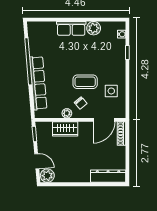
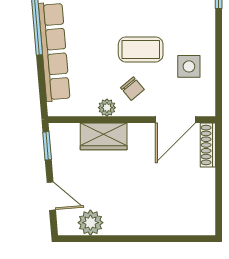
plant: (47, 176) -> (90, 223), moved
dresser: (108, 176) -> (183, 224), removed

